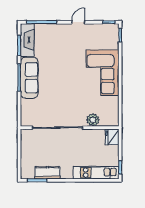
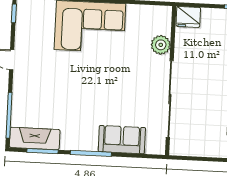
sofa: (29, 78) -> (122, 140), moved, width x0.73

